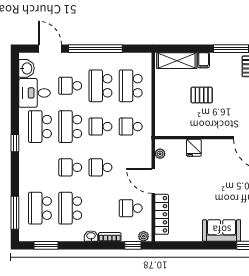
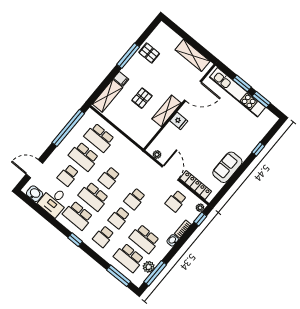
window: (95, 49) -> (68, 128), moved
school desk: (131, 127) -> (103, 237), moved
shelving: (209, 128) -> (166, 111), added
fridge: (194, 148) -> (179, 121), moved
door: (153, 181) -> (170, 173), swing flipped
sofa: (222, 230) -> (227, 167), moved
plant: (47, 234) -> (149, 267), added
window: (46, 245) -> (155, 273), width x1.44

